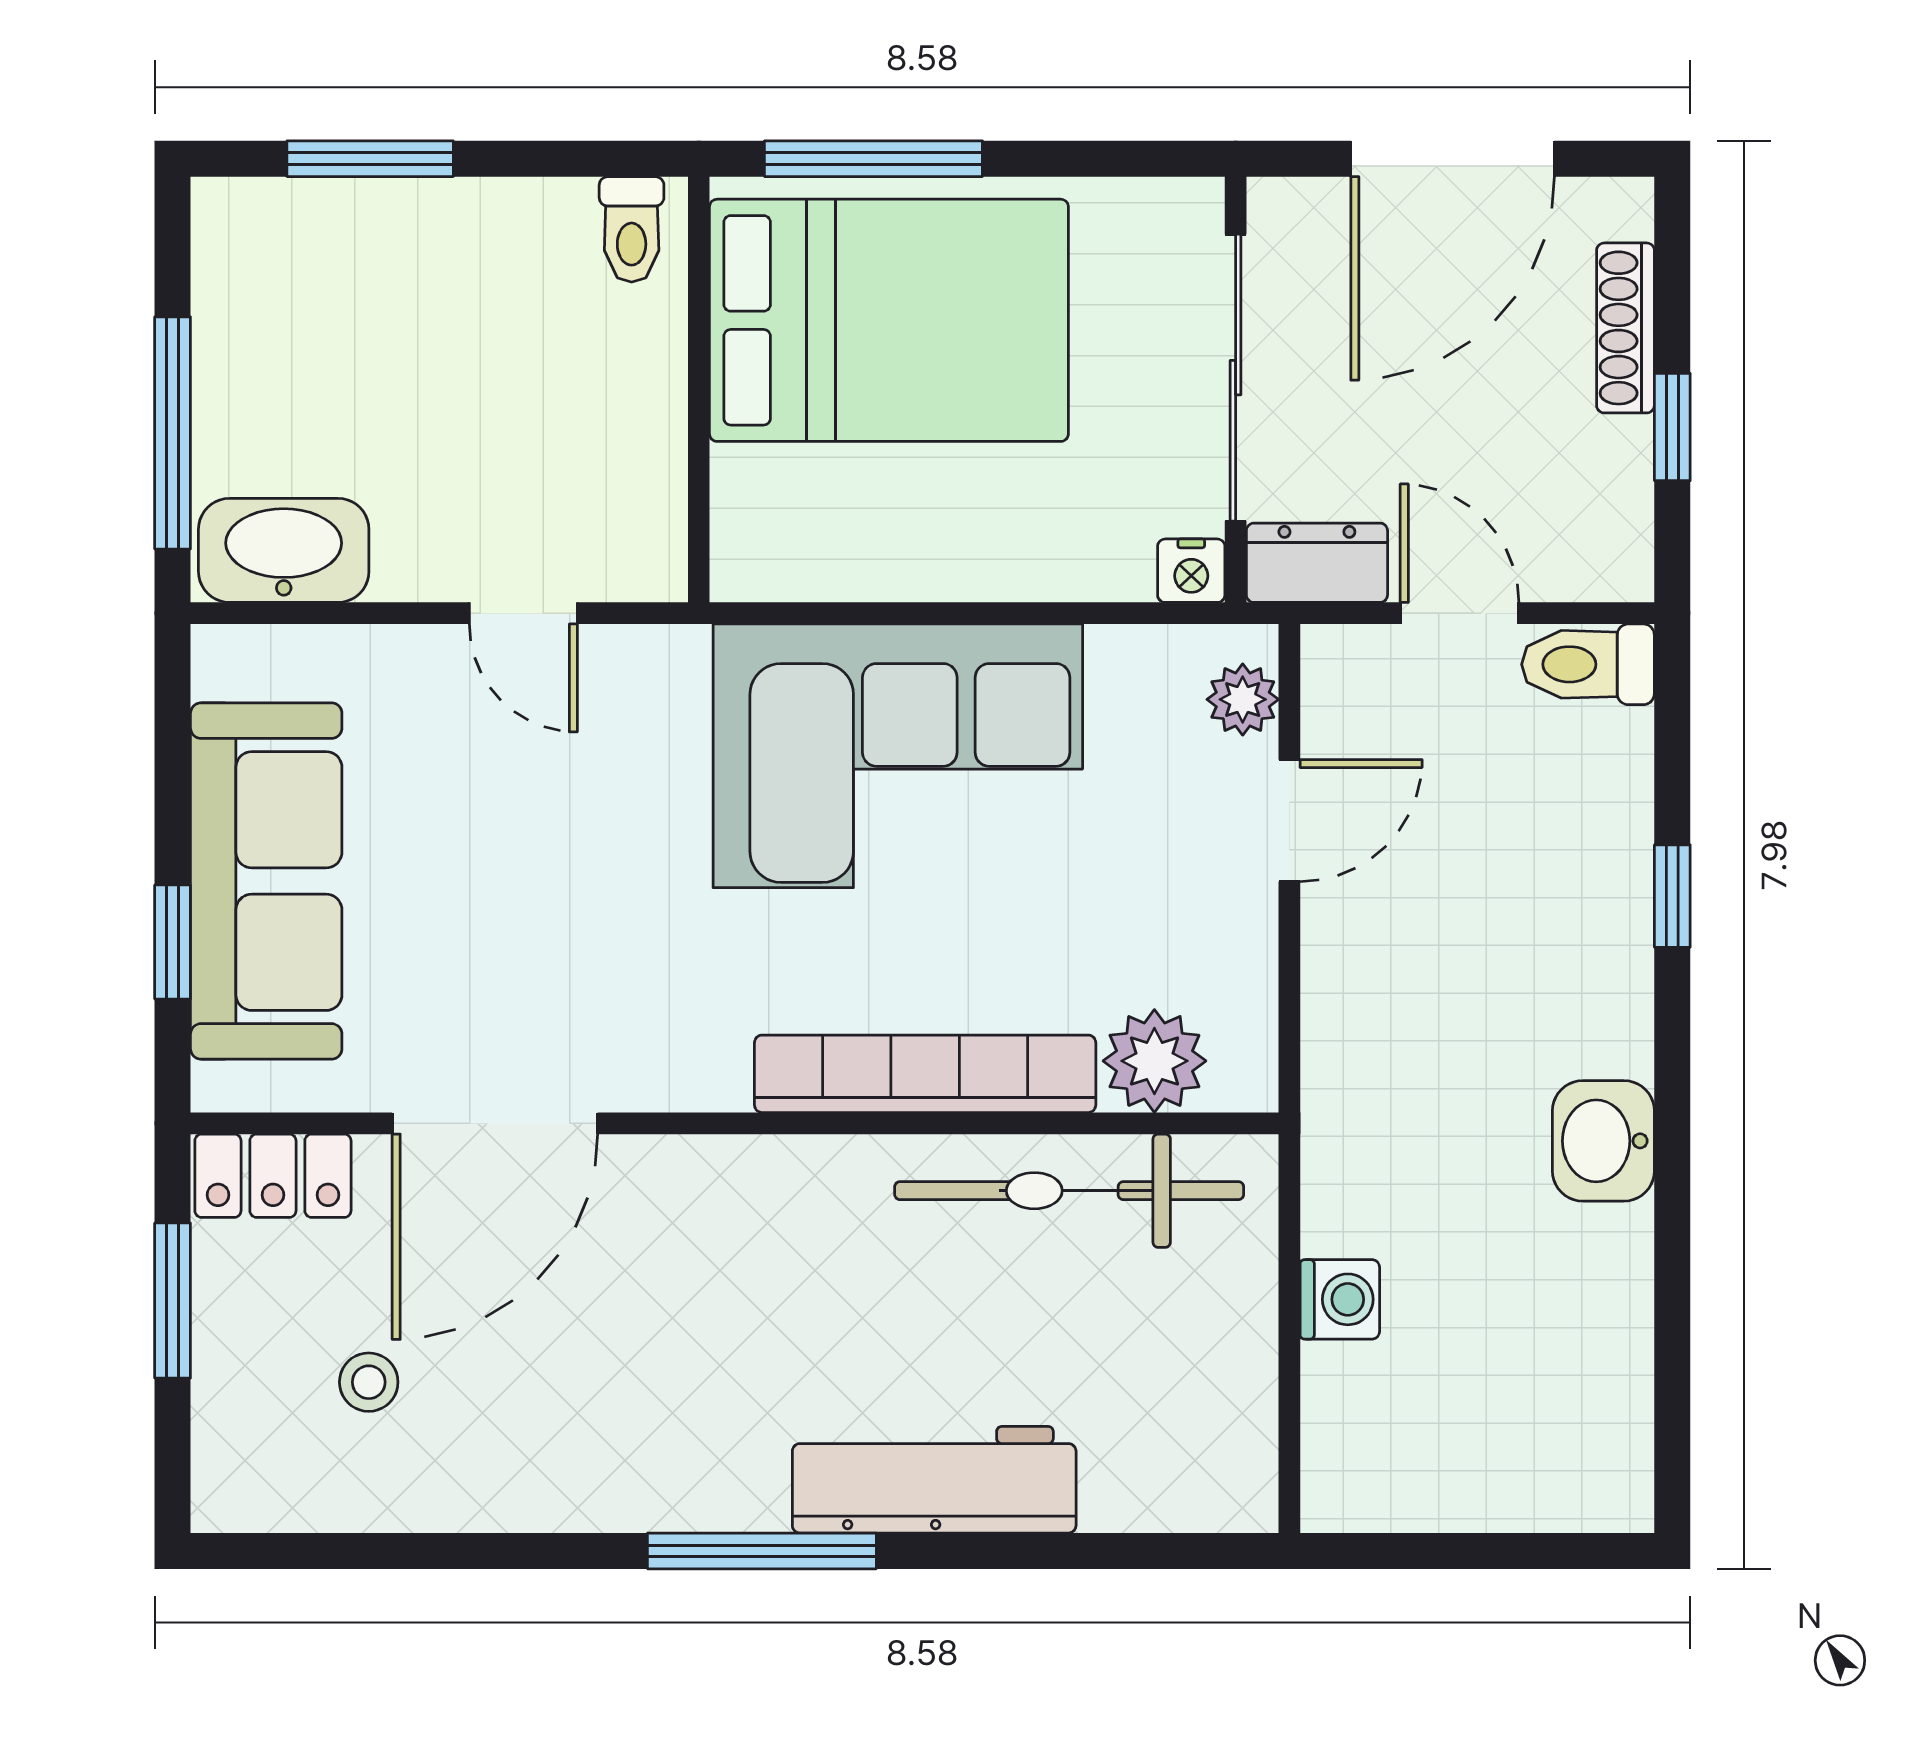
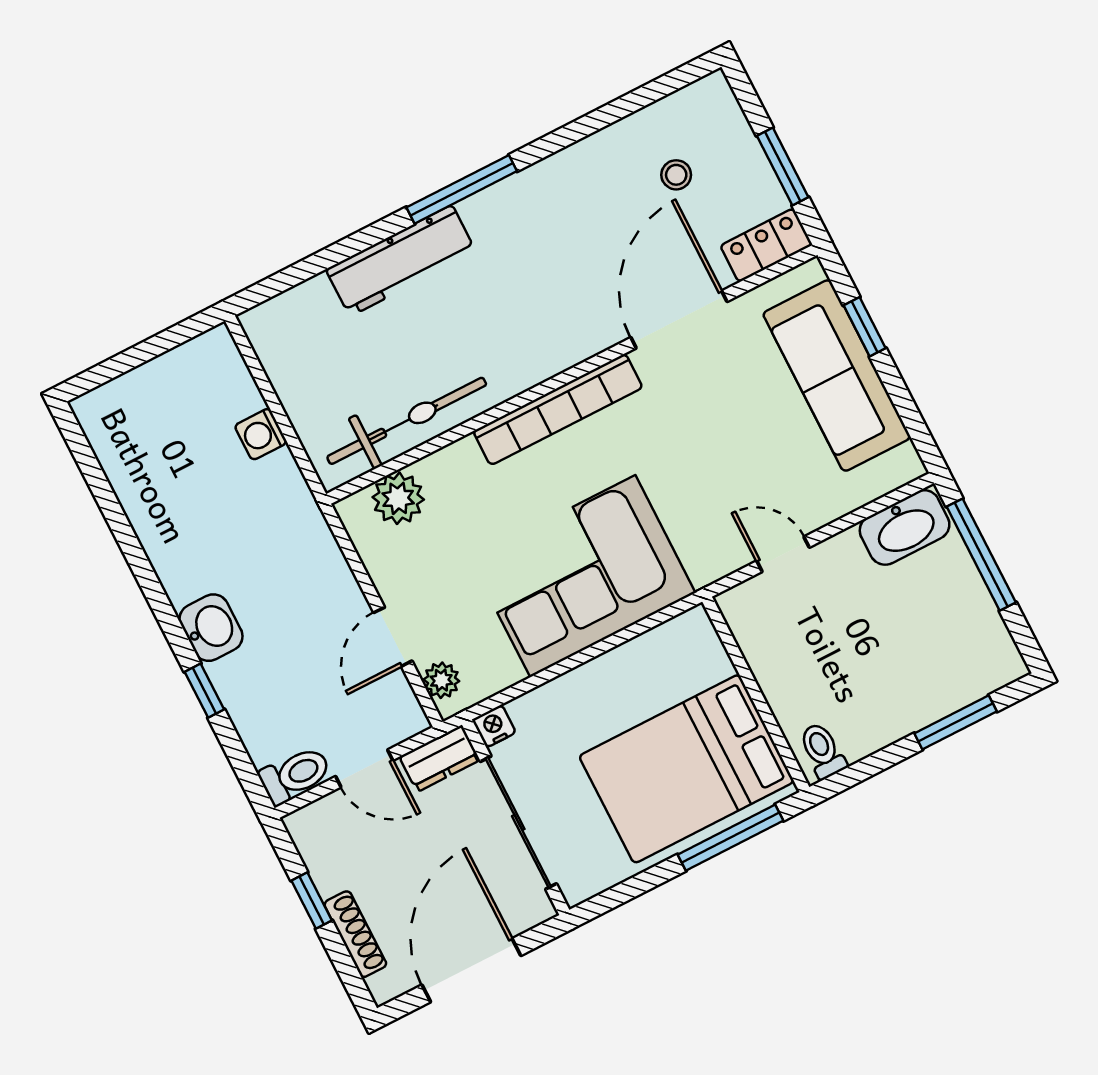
bookcase: (925, 1074) -> (558, 409), moved
washbasin: (1603, 1141) -> (211, 628), moved

